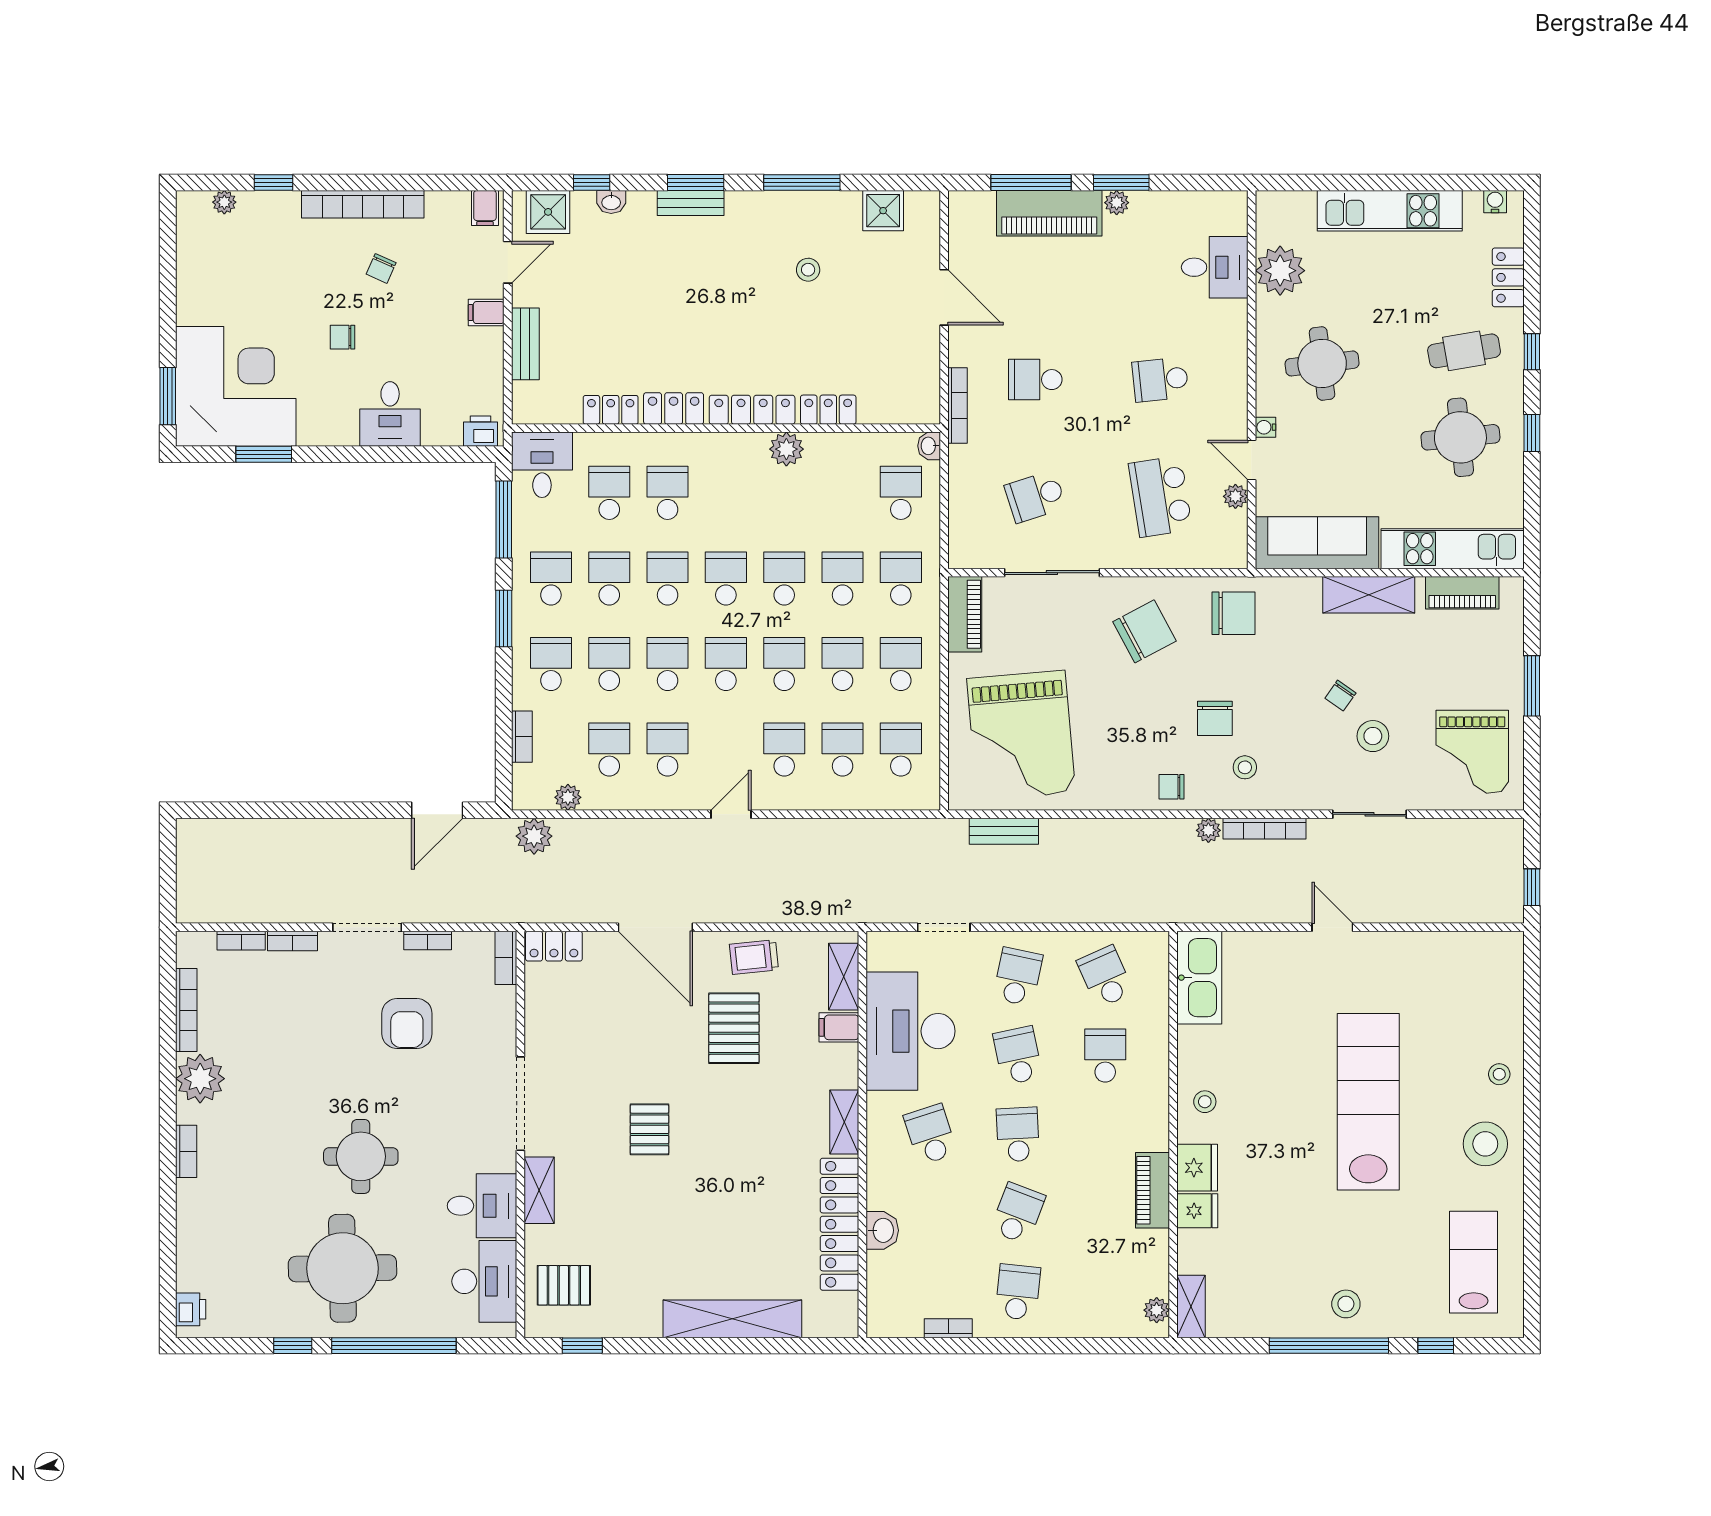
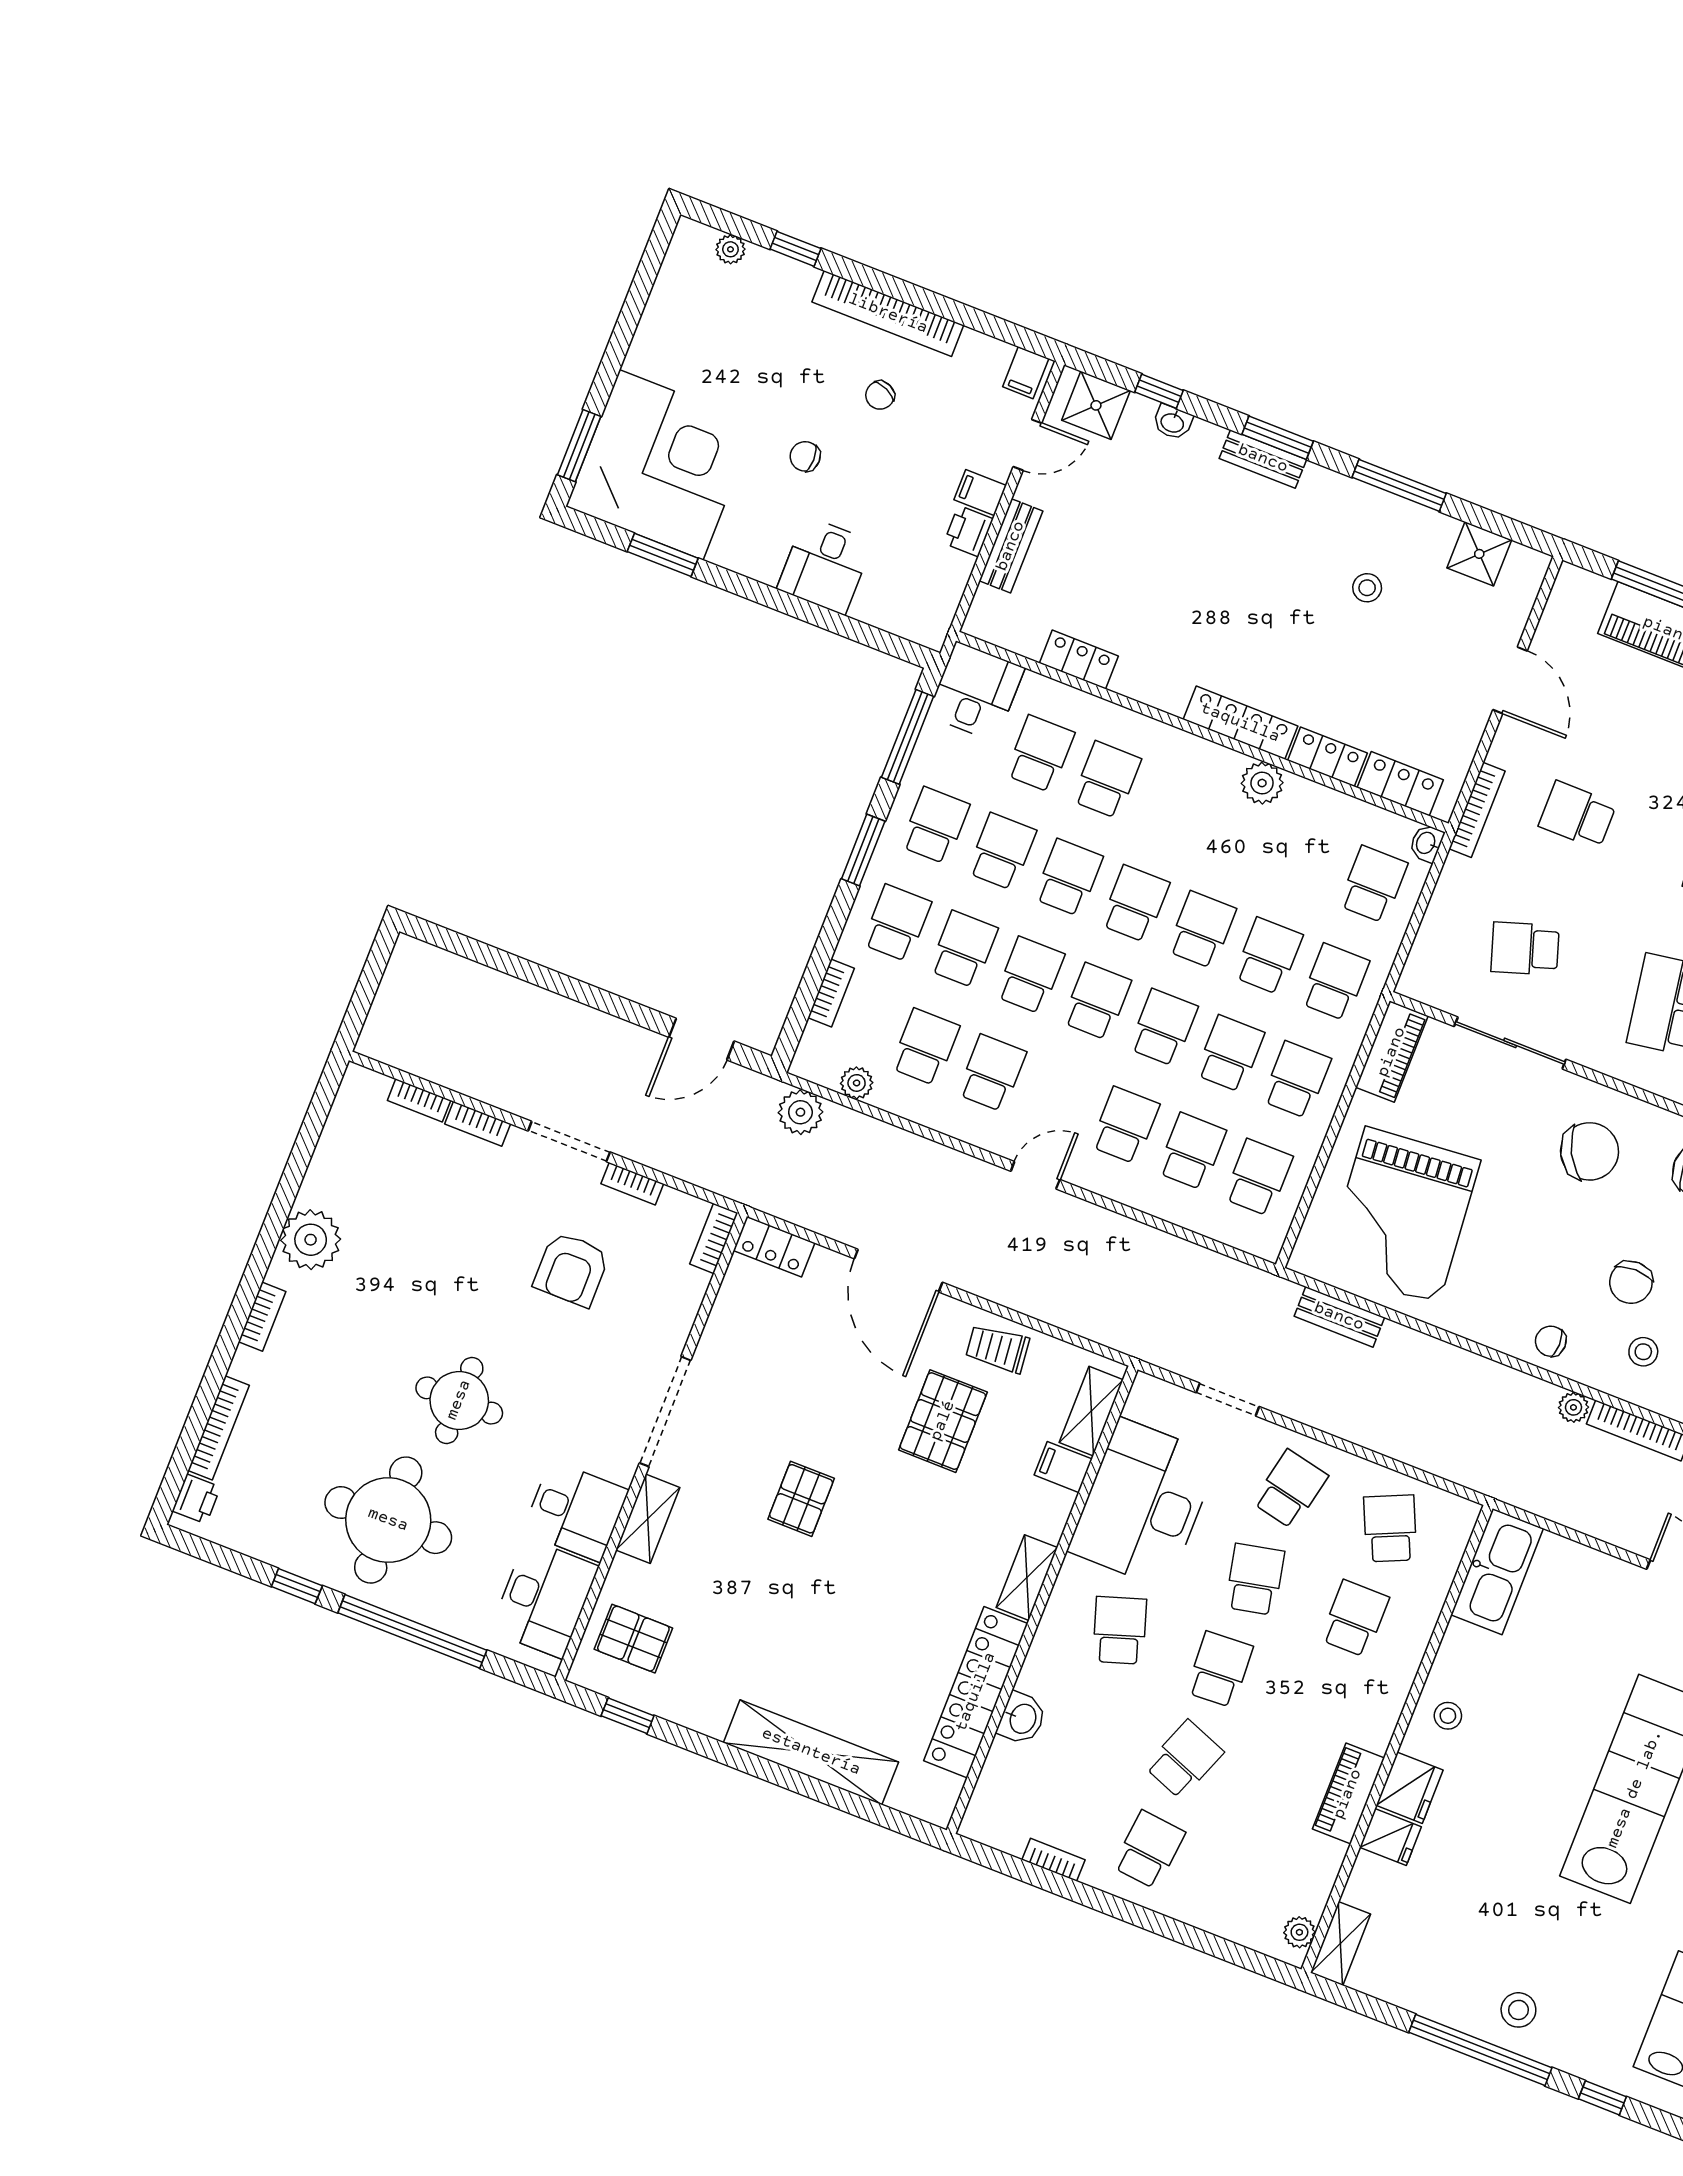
locker: (674, 409) -> (1400, 784), moved
printer: (481, 431) -> (968, 531), moved, turned -90
bookcase: (186, 1010) -> (219, 1428), moved

